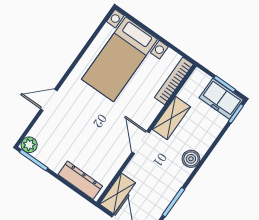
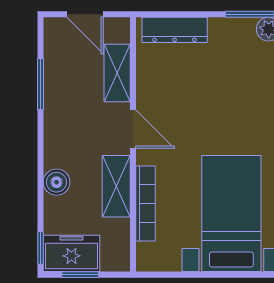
bookcase: (174, 81) -> (146, 204), moved
boiler: (191, 159) -> (57, 182), moved
shelving: (118, 193) -> (117, 73), moved

